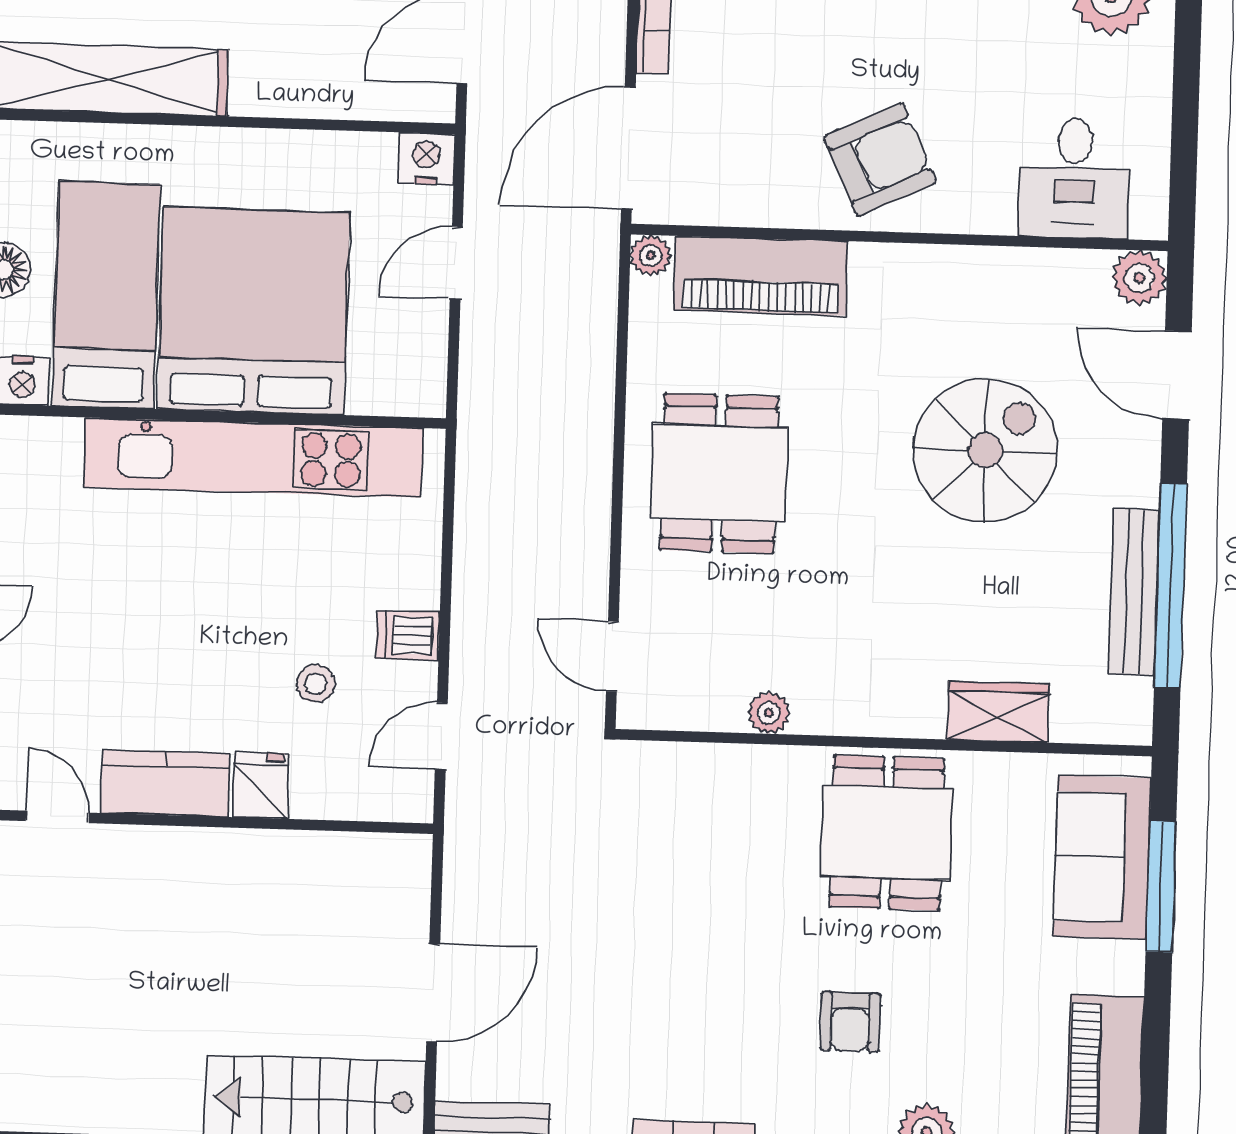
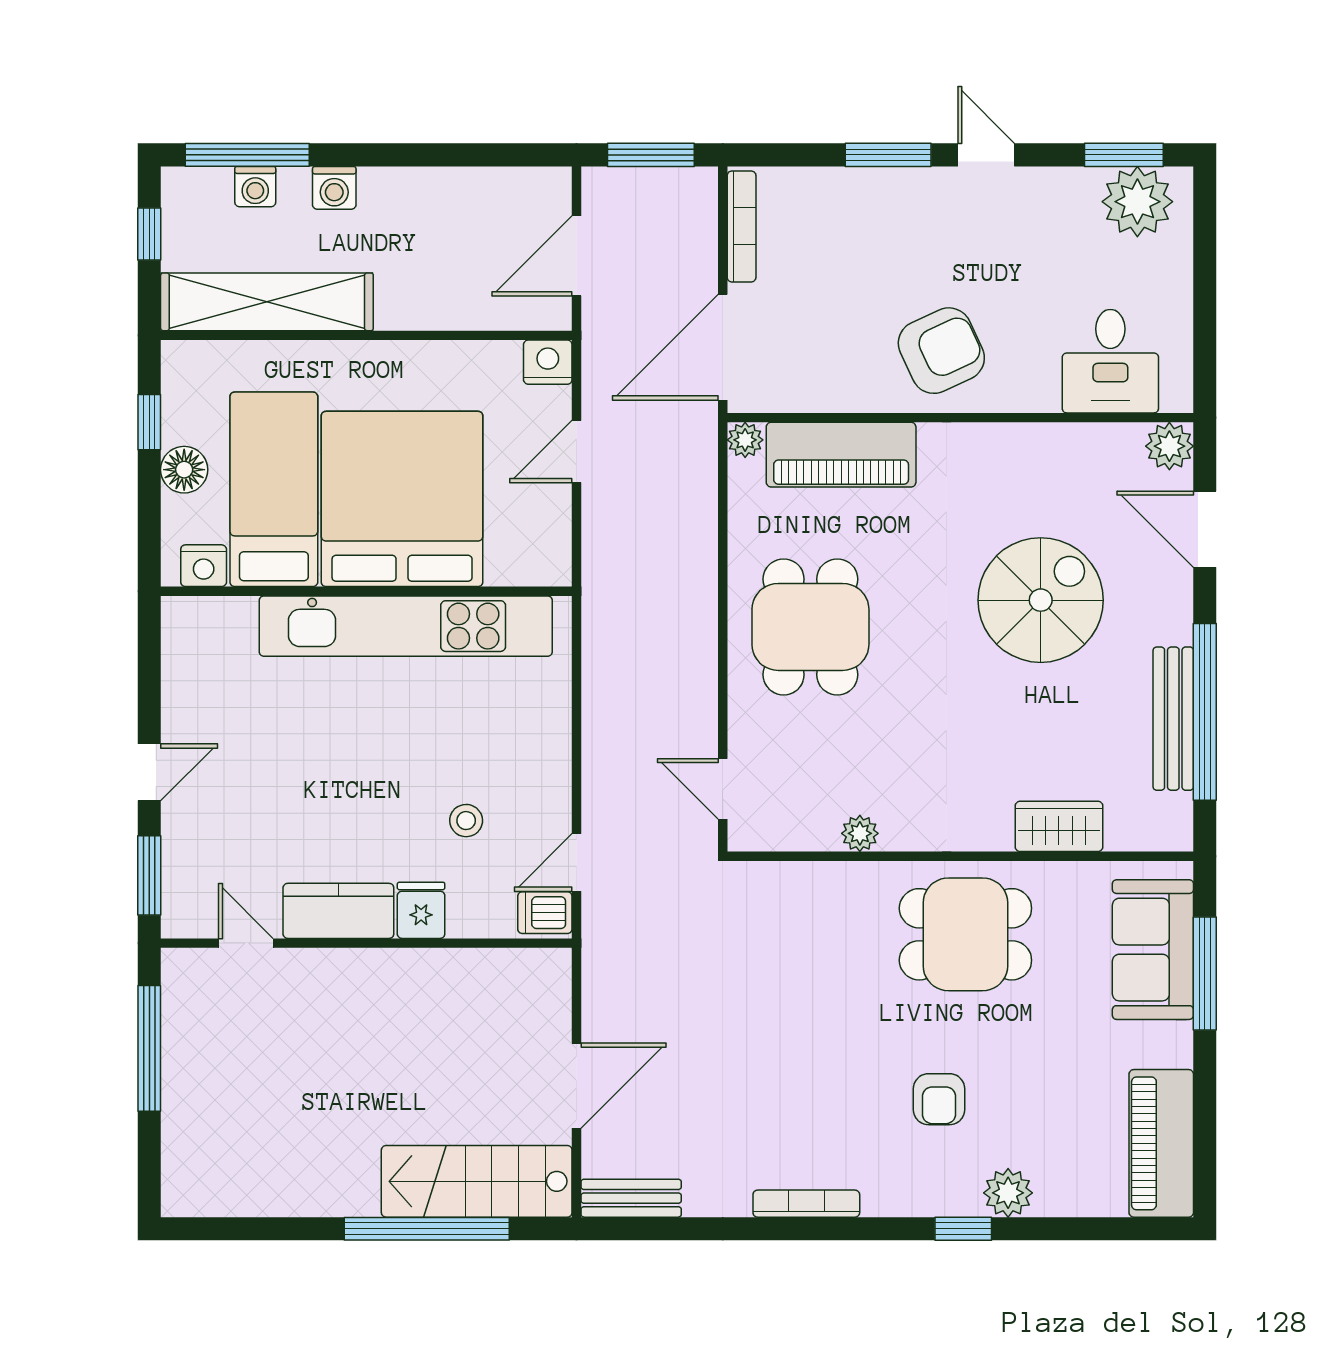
dishwasher: (408, 635) -> (545, 913), moved
dining table: (887, 833) -> (965, 934), turned 90

